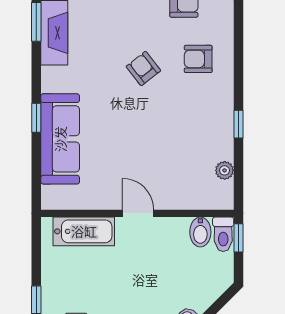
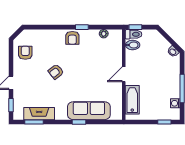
armchair: (198, 59) -> (72, 38), moved

